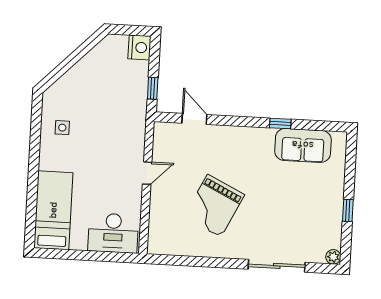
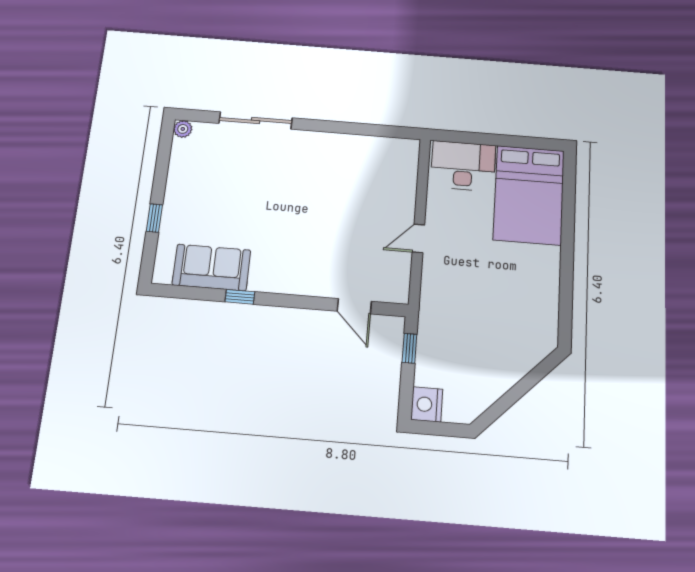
side table: (62, 128) -> (531, 300), removed
grand piano: (214, 206) -> (332, 195), removed
bed: (53, 210) -> (529, 195), width x1.50
window: (348, 210) -> (154, 218), moved

